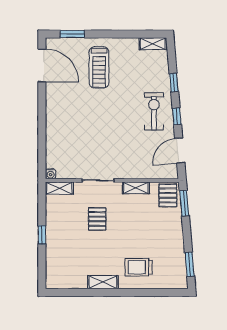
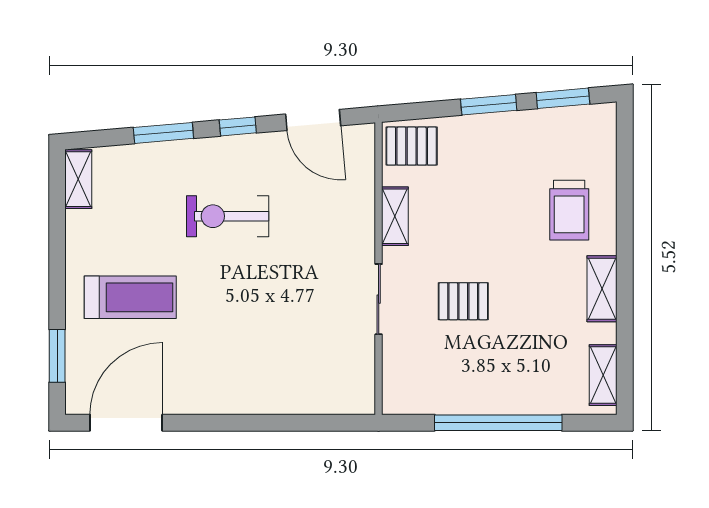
window: (174, 82) -> (163, 133), width x1.50
exercise bike: (154, 111) -> (228, 216), moved
water cooler: (51, 174) -> (364, 404), removed
shelving: (59, 188) -> (603, 375), moved
window: (184, 203) -> (489, 105), moved
window: (42, 235) -> (498, 423), width x3.17

